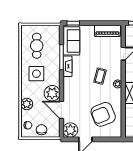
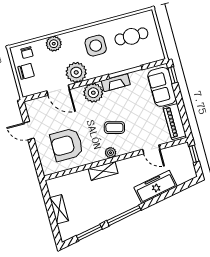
sofa: (71, 41) -> (162, 87), moved, turned 90
door: (62, 110) -> (58, 90), swing flipped
armchair: (103, 114) -> (67, 145), turned -68
plant: (70, 130) -> (93, 93), moved

